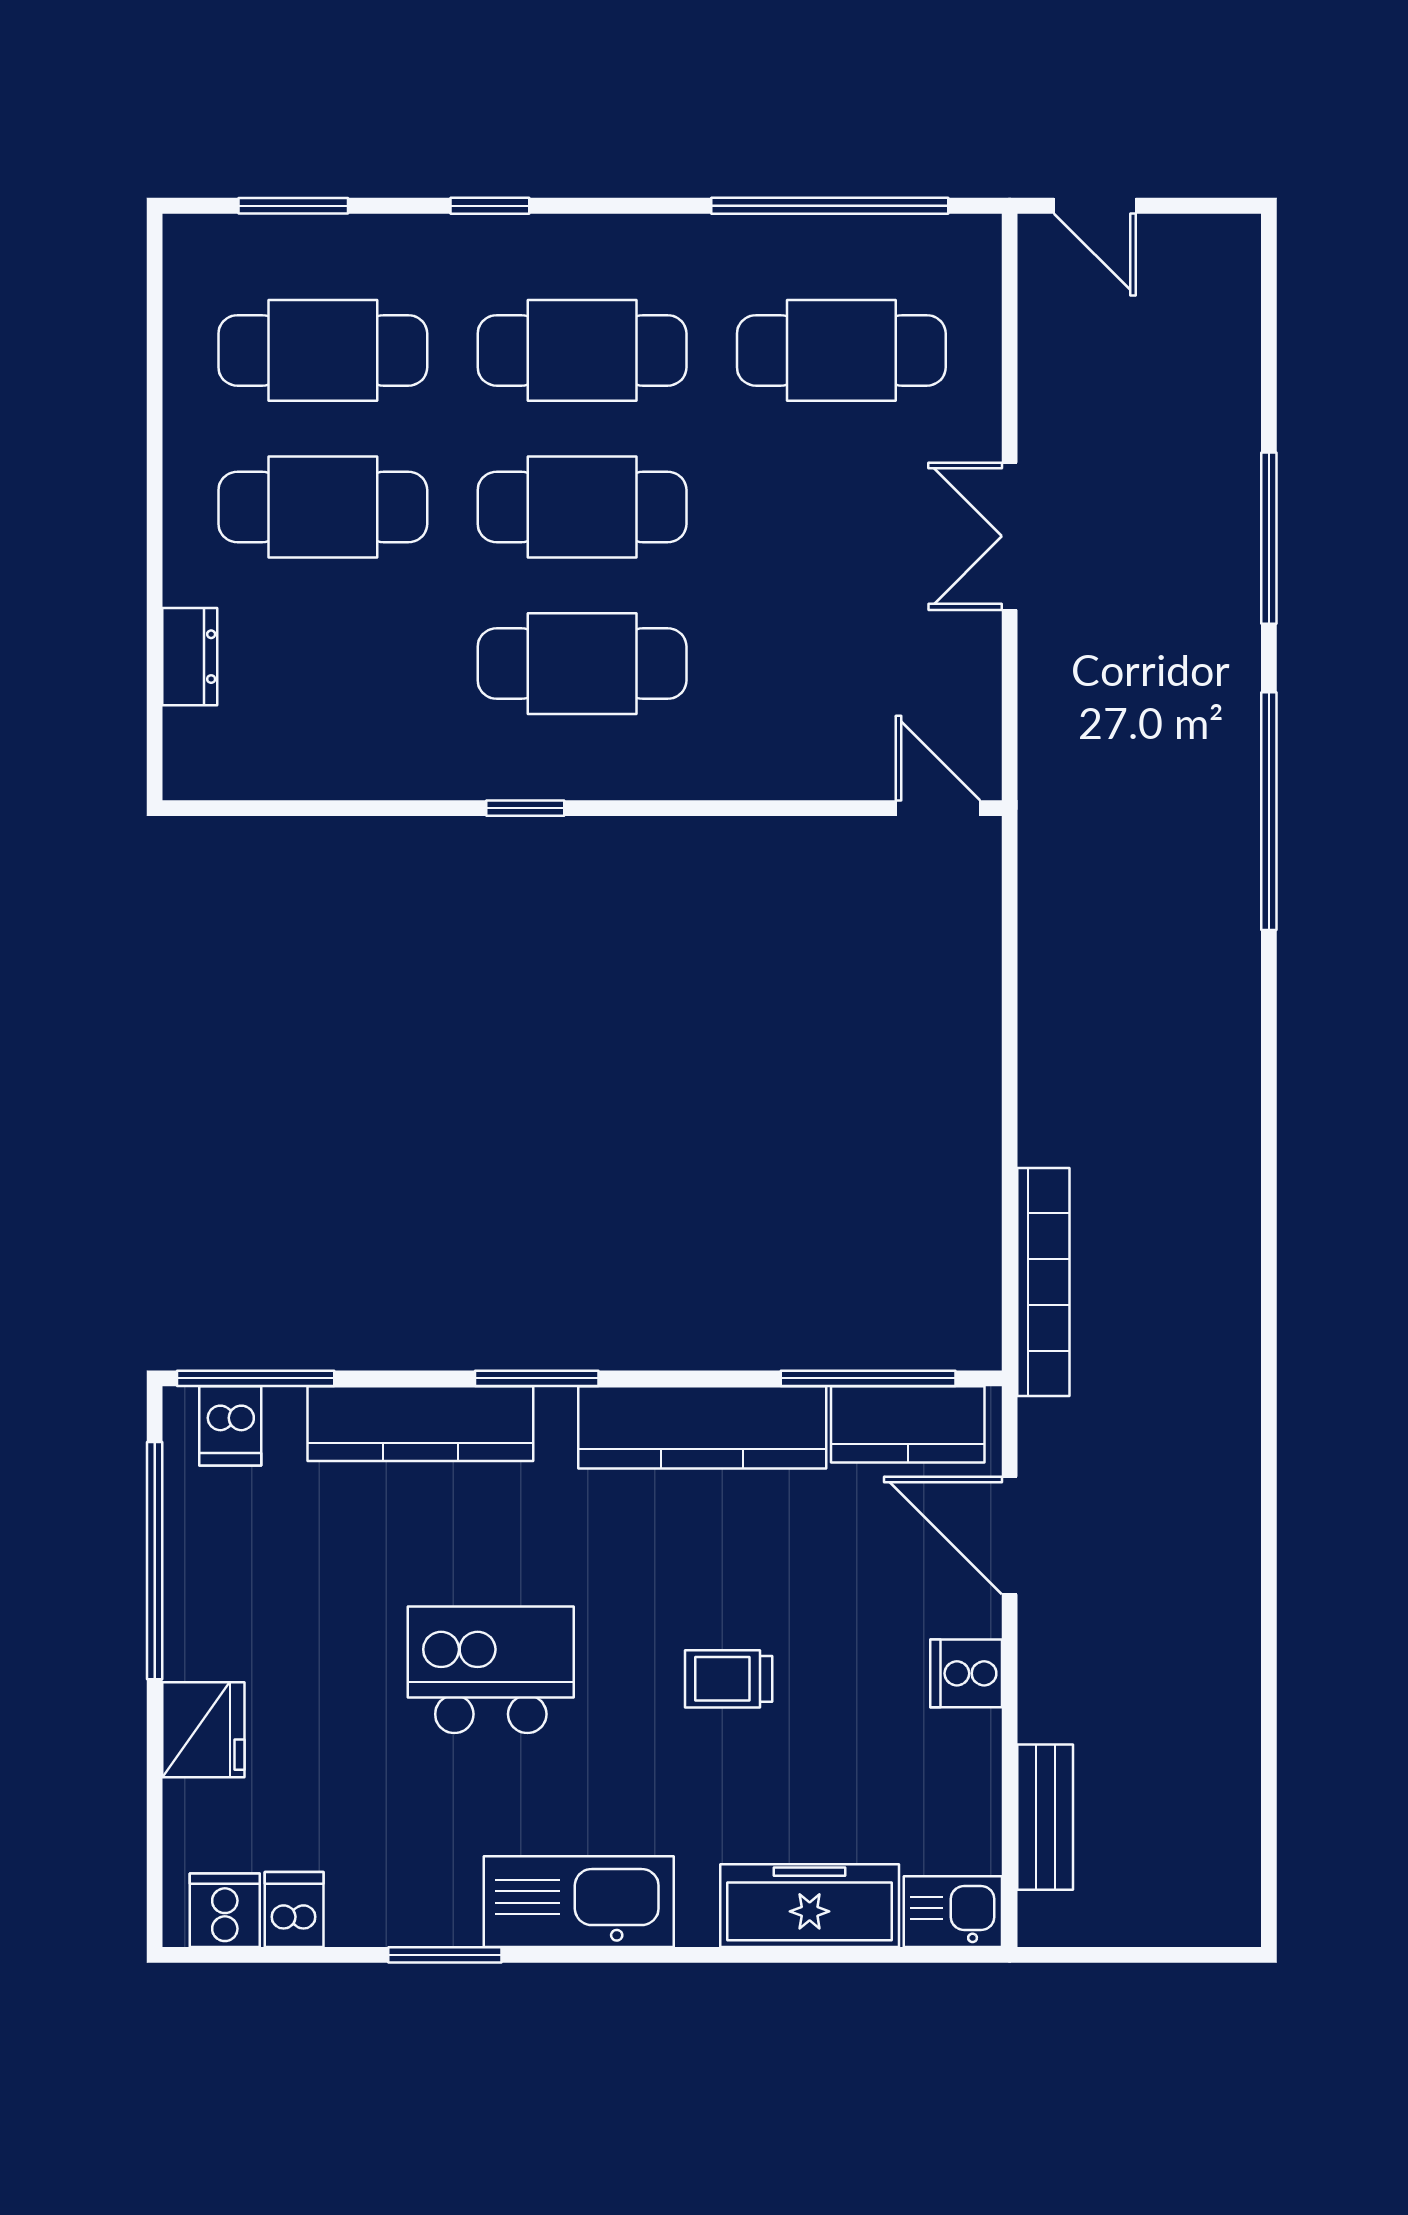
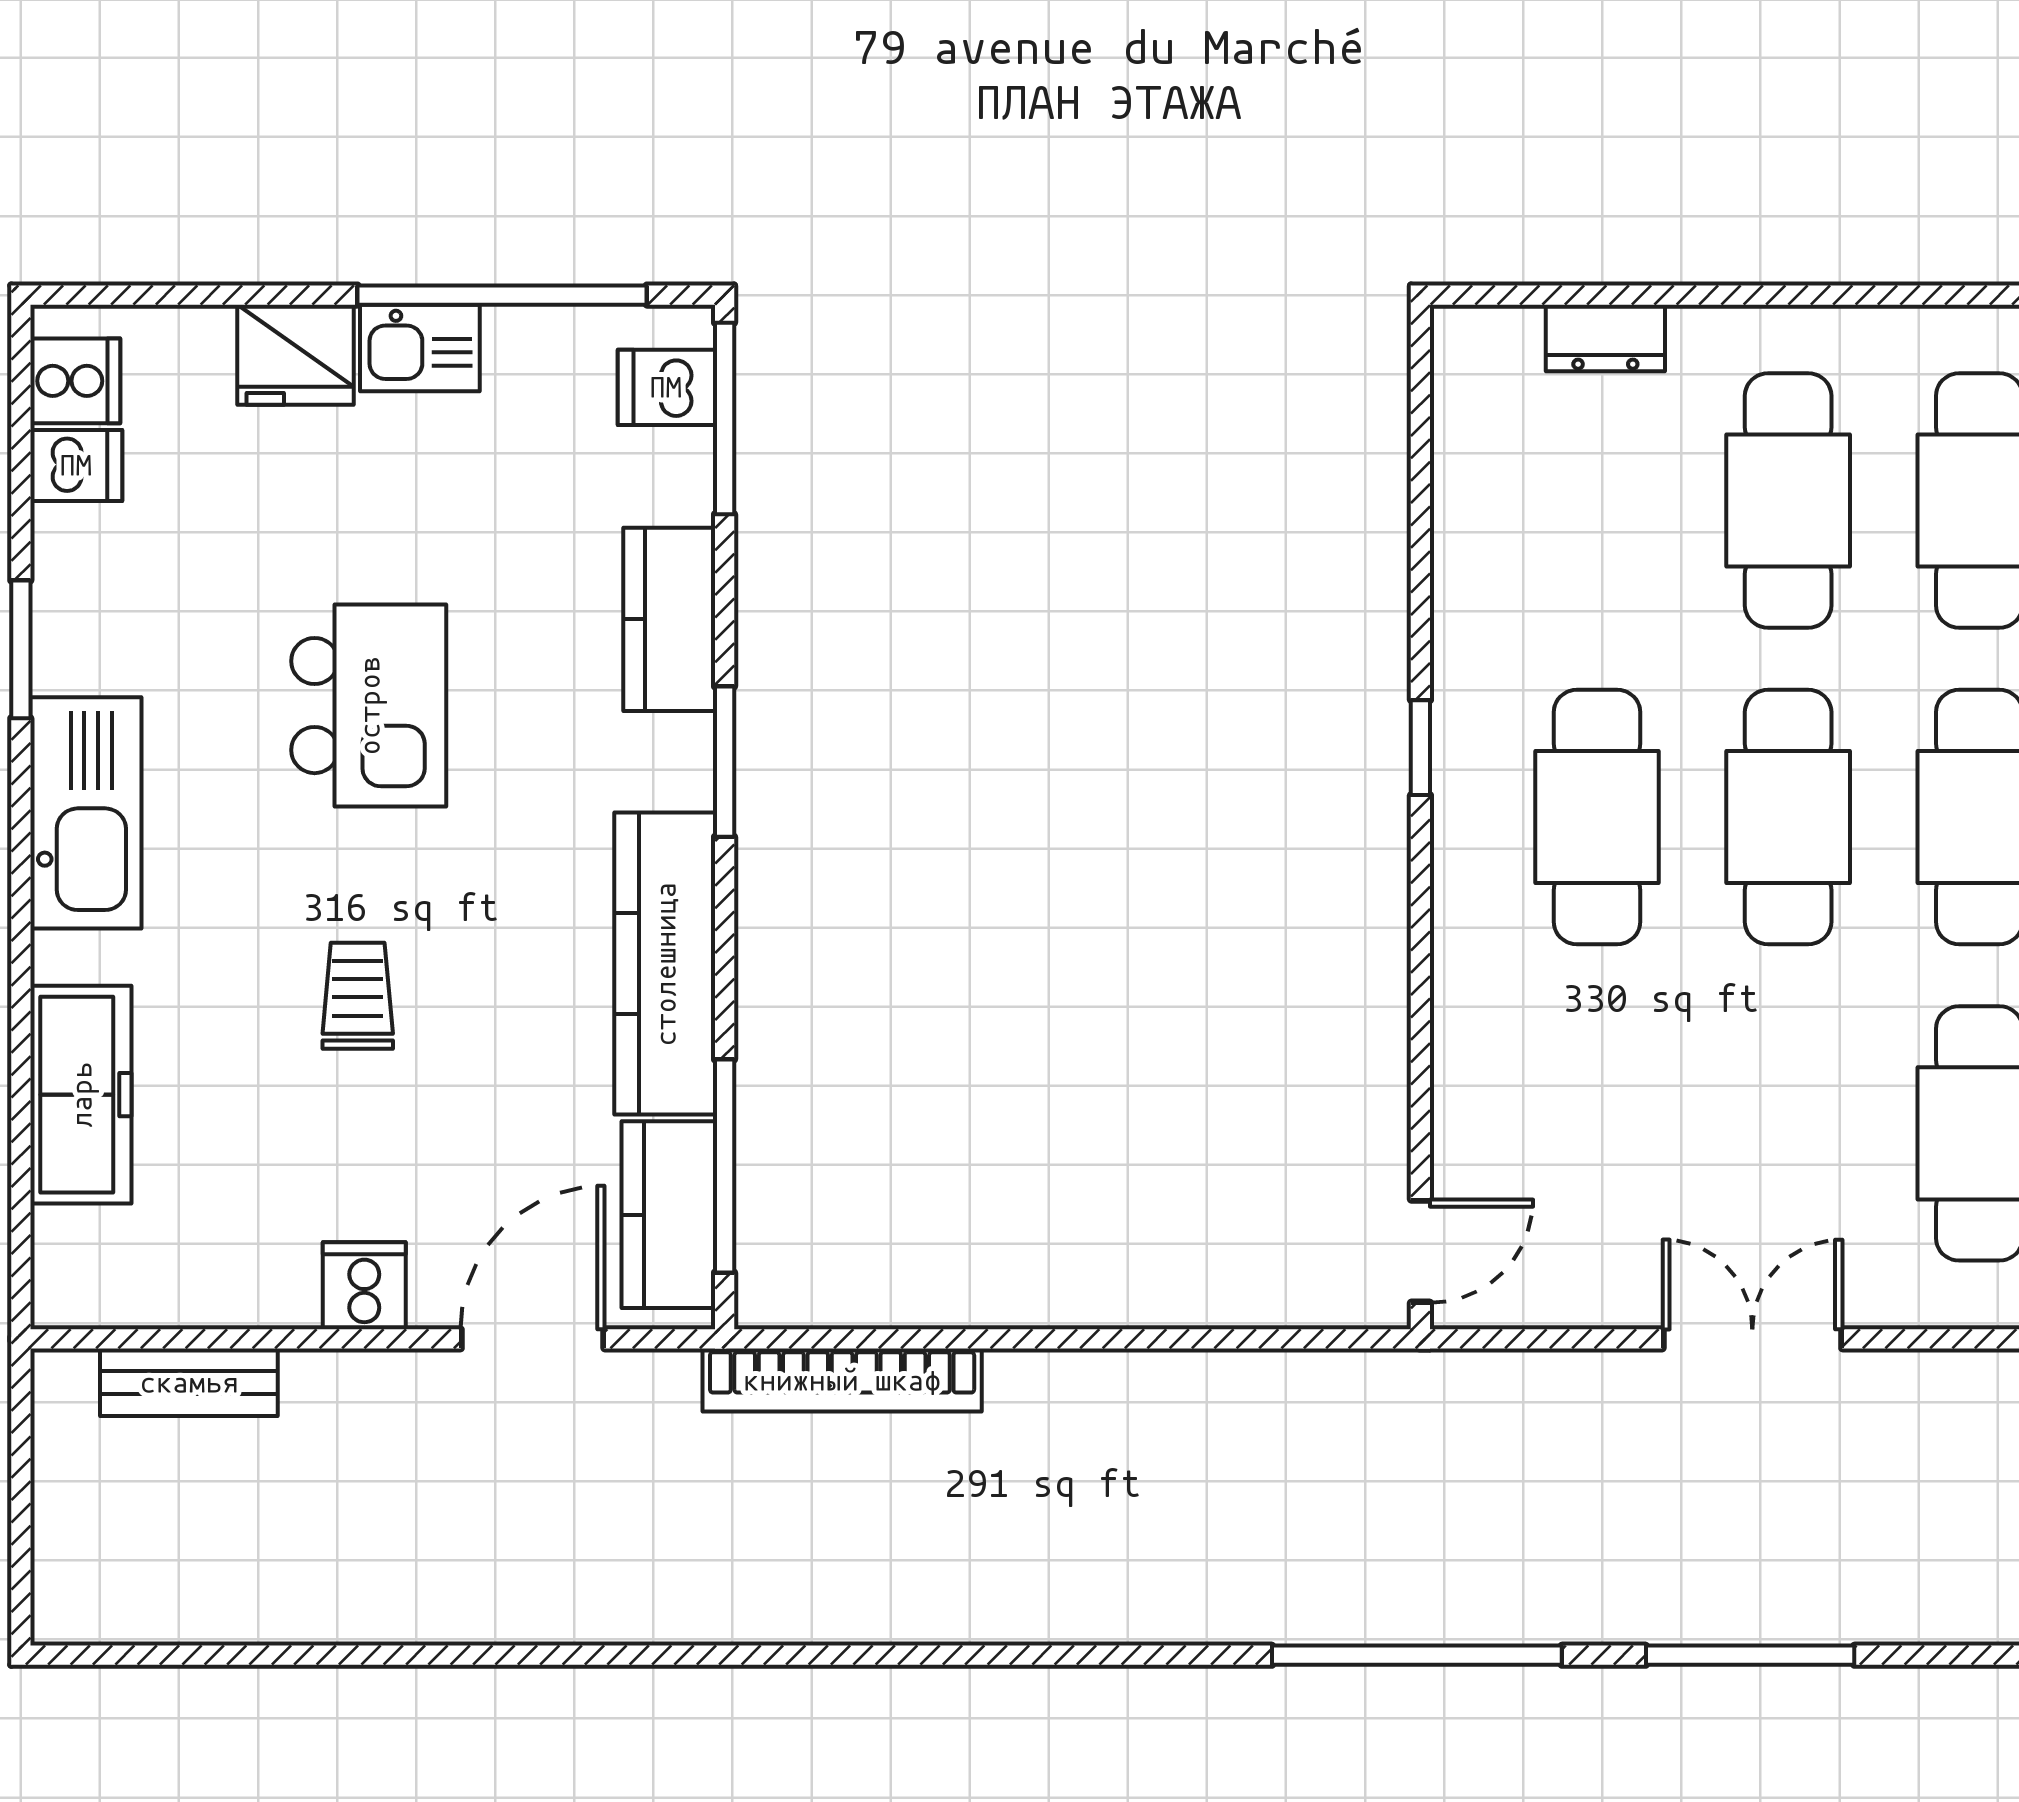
kitchen counter: (420, 1424) -> (669, 619), width x0.67
kitchen sink: (953, 1912) -> (420, 348), moved, turned 90

